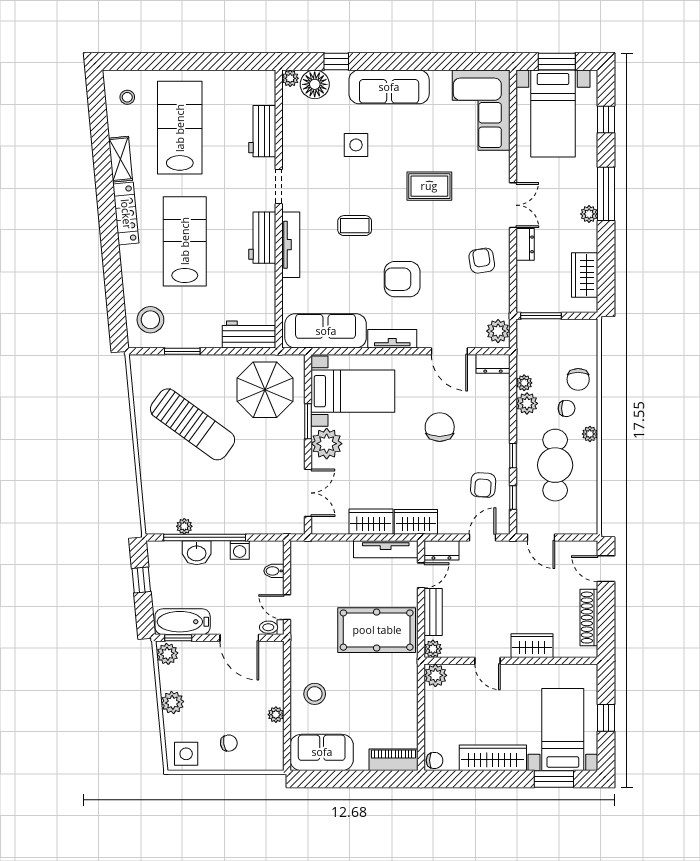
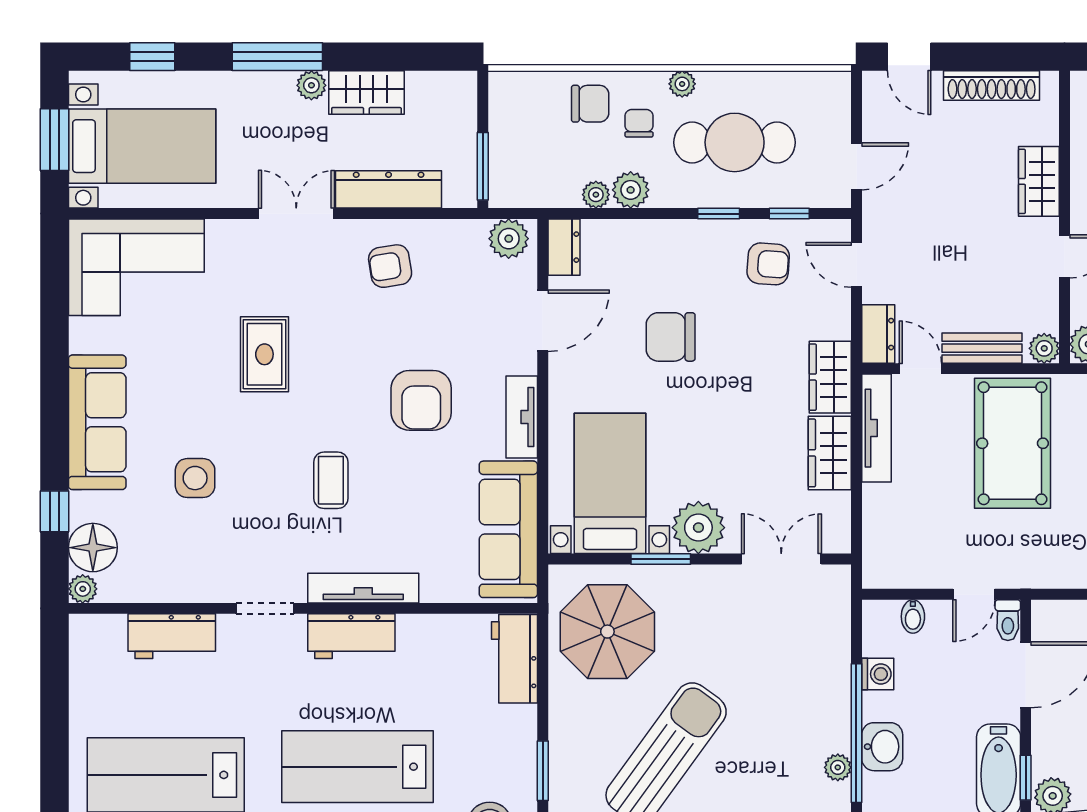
dresser: (525, 244) -> (389, 189), width x1.96, depth x1.24
wardrobe: (585, 275) -> (366, 93), moved
door: (606, 569) -> (909, 57), hinge flipped

